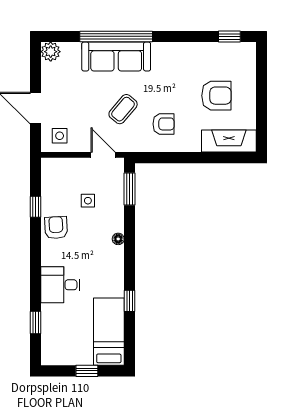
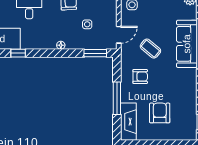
armchair: (216, 96) -> (160, 113), turned 180
armchair: (164, 124) -> (140, 77), turned -90
window: (195, 158) -> (117, 98), added

